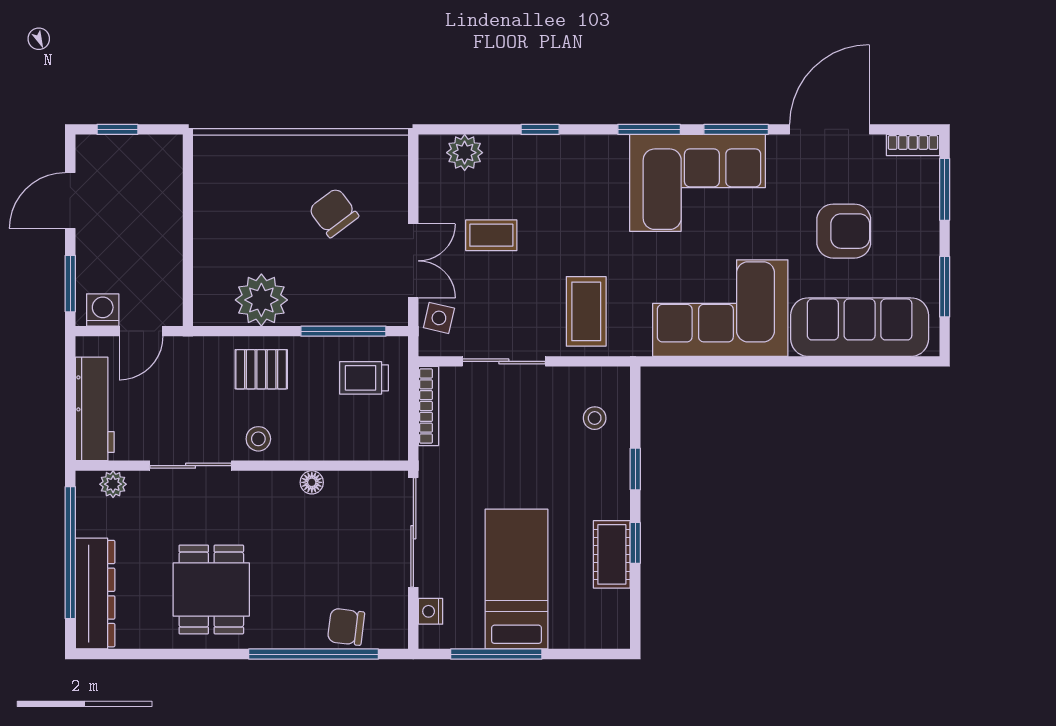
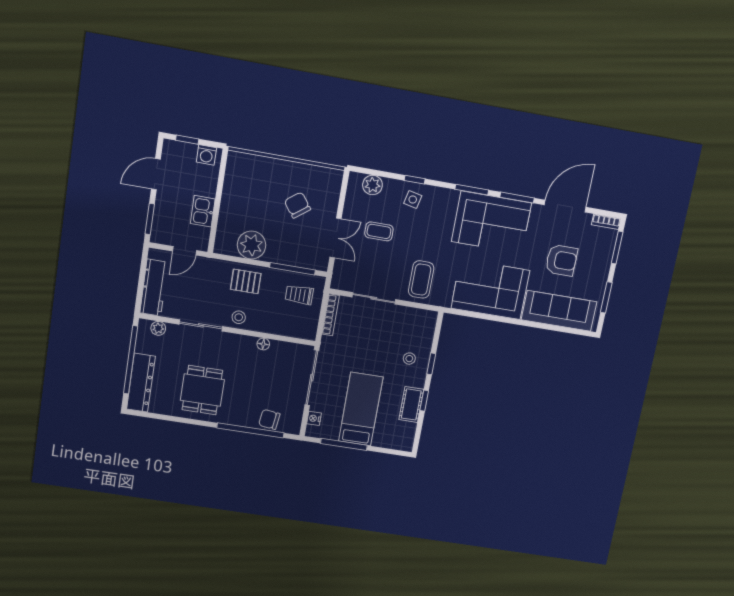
kitchen sink: (164, 253) -> (203, 211), added
washing machine: (103, 310) -> (206, 155), moved, turned 180
side table: (439, 318) -> (413, 200), moved
stool: (595, 418) -> (409, 359), moved

